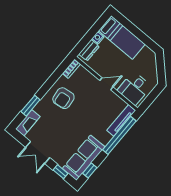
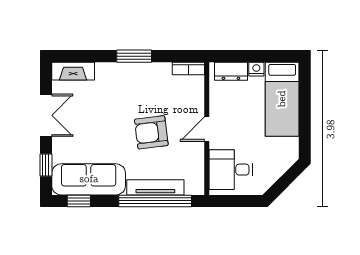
door: (106, 84) -> (207, 129), swing flipped
armchair: (63, 98) -> (151, 132), moved
window: (30, 106) -> (134, 56), moved
tv unit: (121, 120) -> (155, 187), moved
double door: (38, 152) -> (46, 115), swing flipped

